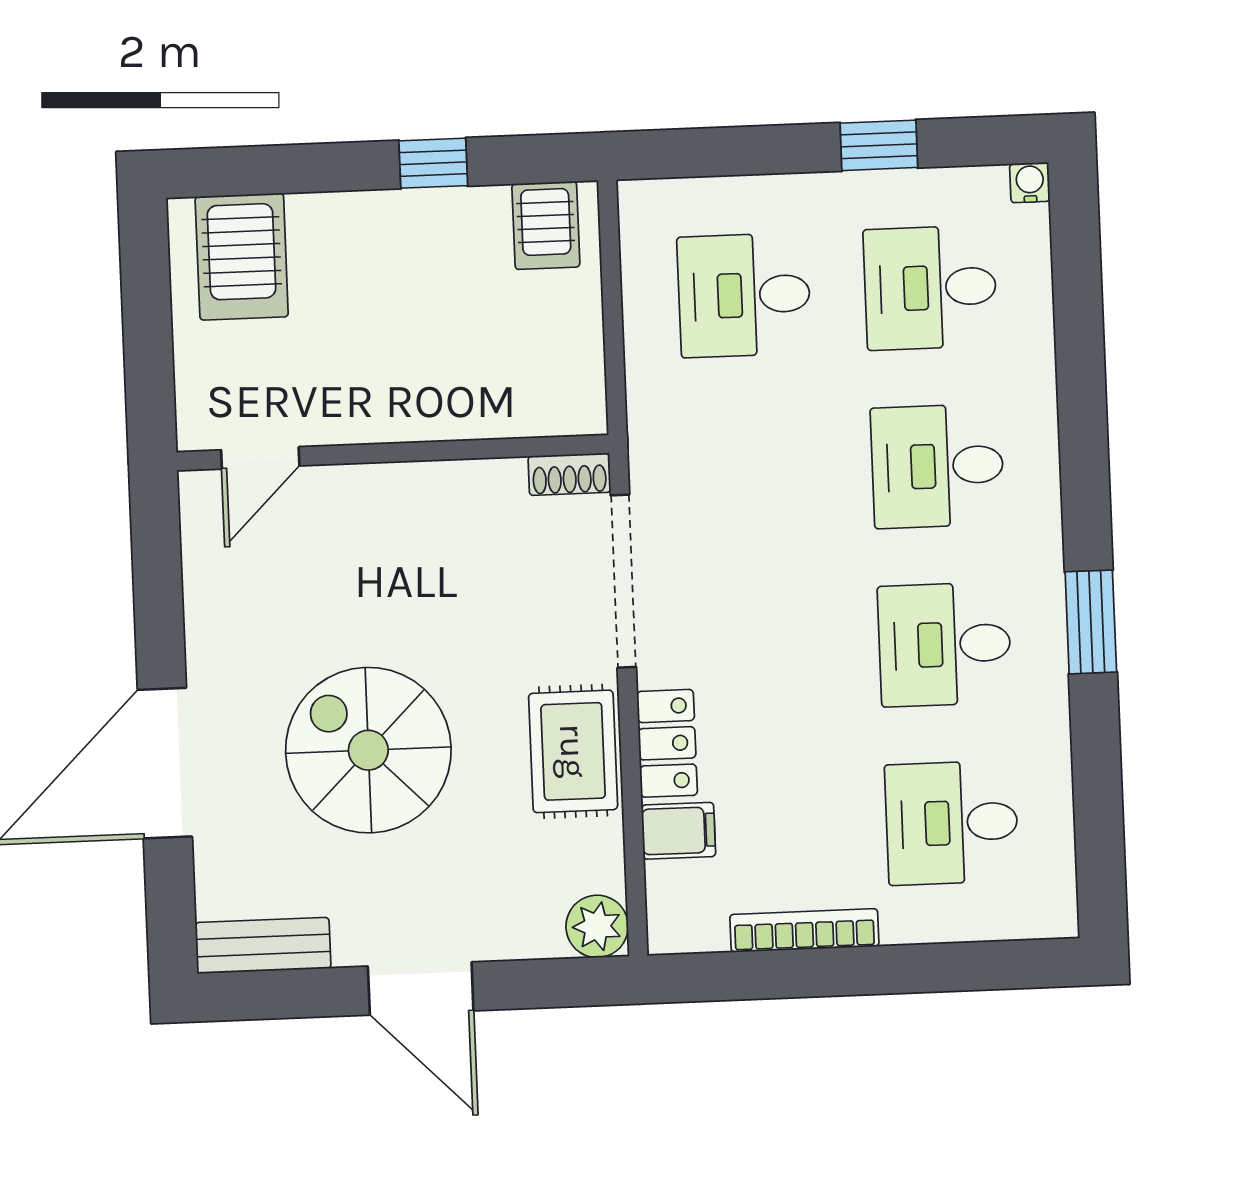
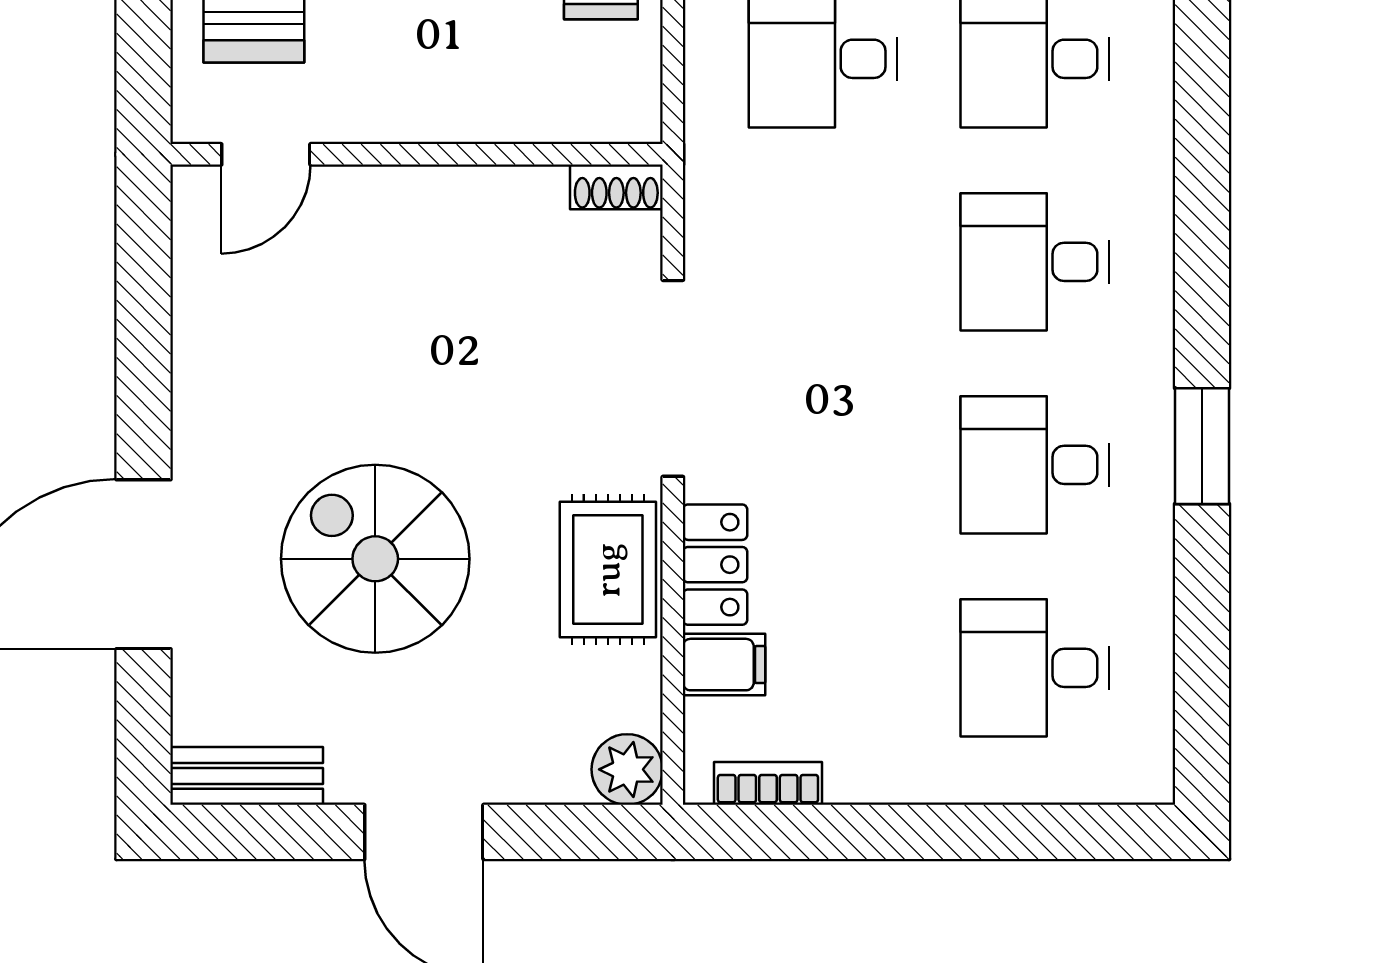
wall: (393, 453) -> (417, 154), moved
door: (260, 458) -> (266, 154), moved
shoe rack: (569, 474) -> (616, 187), moved
bookcase: (804, 930) -> (768, 783), moved, width x0.64

